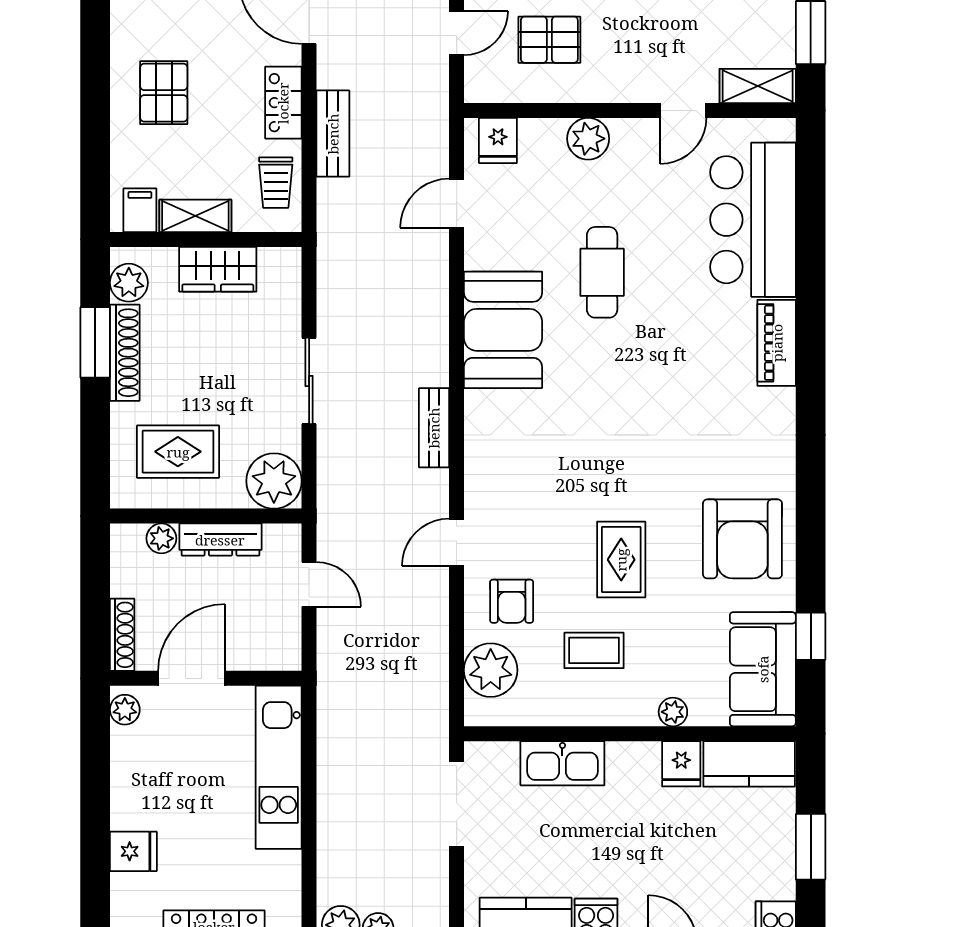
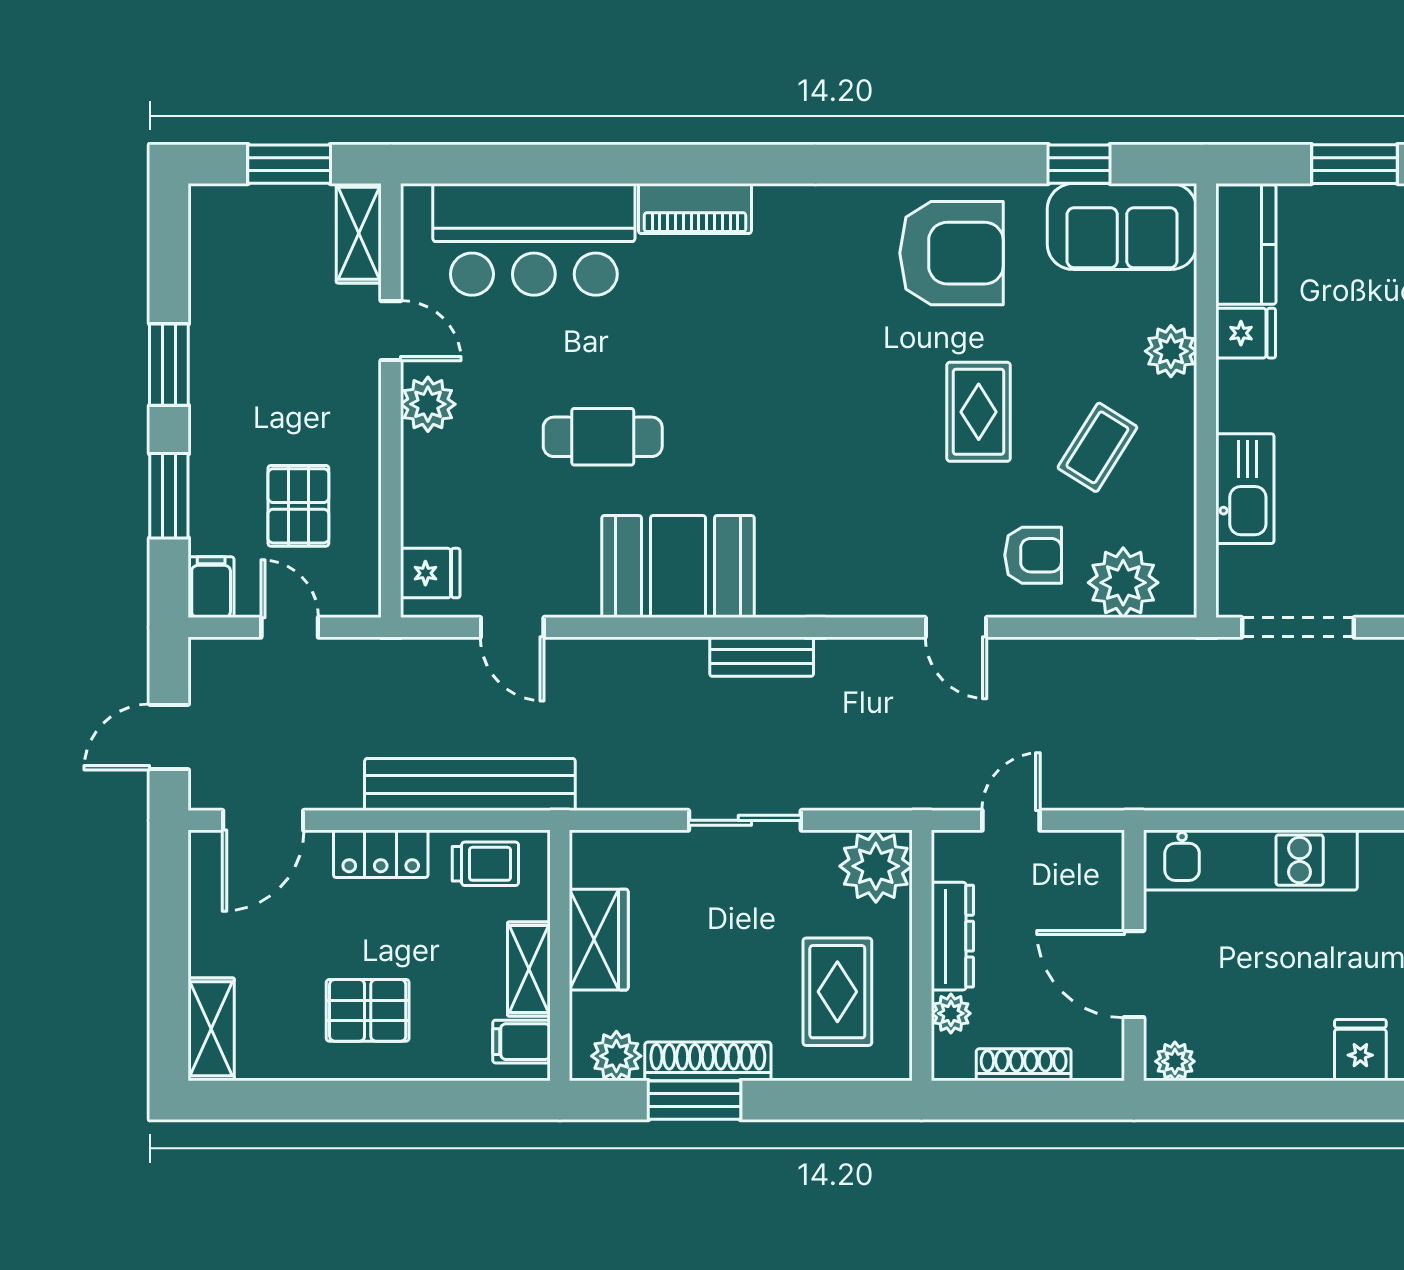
bench: (333, 134) -> (470, 784), width x1.86, depth x1.21
plant: (588, 139) -> (428, 404), moved
bench: (434, 428) -> (762, 657), moved
rug: (621, 560) -> (979, 412), turned 90
shoe rack: (122, 635) -> (1024, 1065), moved
coffee table: (594, 650) -> (1097, 447), turned 32
plant: (673, 712) -> (1171, 351), width x1.38, depth x1.38

